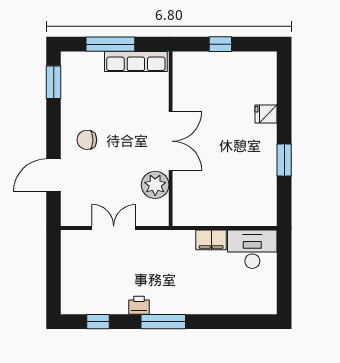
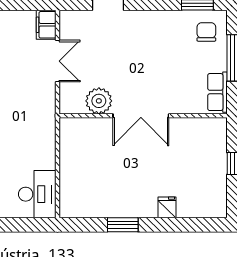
row of seats: (136, 61) -> (217, 92), width x0.68
chair: (87, 140) -> (206, 32), moved
filing cabinet: (211, 240) -> (46, 25), moved

